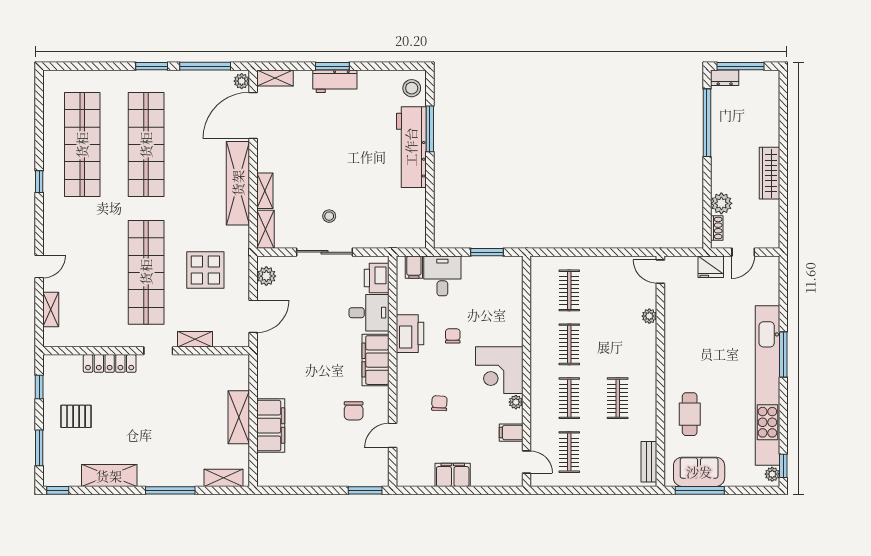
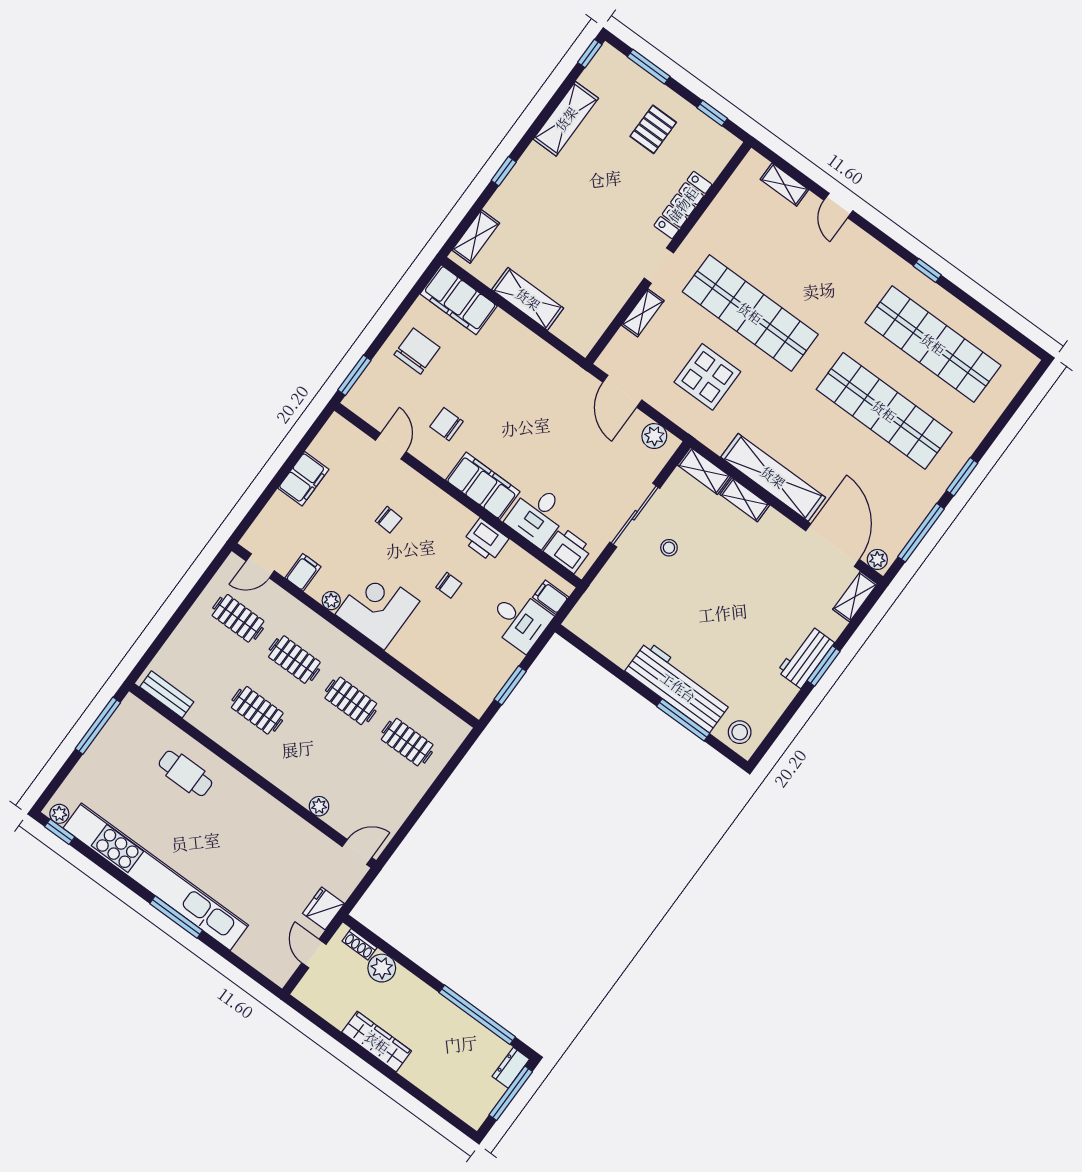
printer: (410, 334) -> (486, 540), width x0.73, depth x0.84
filing cabinet: (271, 426) -> (459, 300), moved
chair: (322, 462) -> (417, 351), added
sofa: (699, 472) -> (118, 739), removed
window: (170, 490) -> (504, 171), width x0.46

